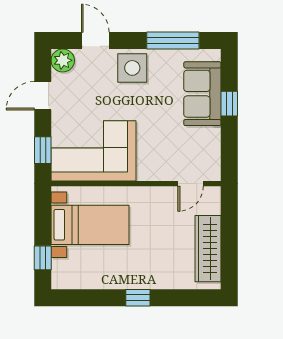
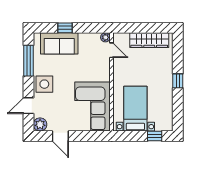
window: (43, 150) -> (92, 136), removed
plant: (213, 173) -> (105, 37), added

